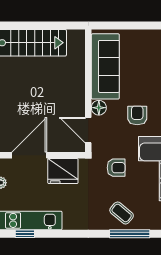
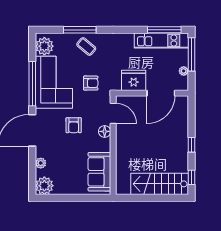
sofa: (105, 66) -> (99, 172), width x0.73
armchair: (116, 168) -> (91, 83), turned 180
window: (25, 234) -> (164, 30), width x2.17

